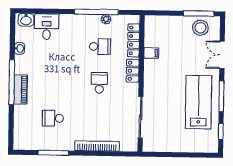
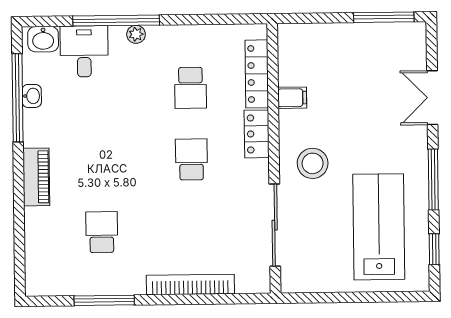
window: (96, 12) -> (116, 20), moved
plant: (106, 19) -> (136, 34), moved
stool: (200, 28) -> (313, 163), moved
school desk: (100, 47) -> (191, 88), turned 90
window: (12, 82) -> (18, 98), moved
lab bench: (199, 102) -> (379, 227), moved
school desk: (53, 118) -> (102, 232), turned 90

